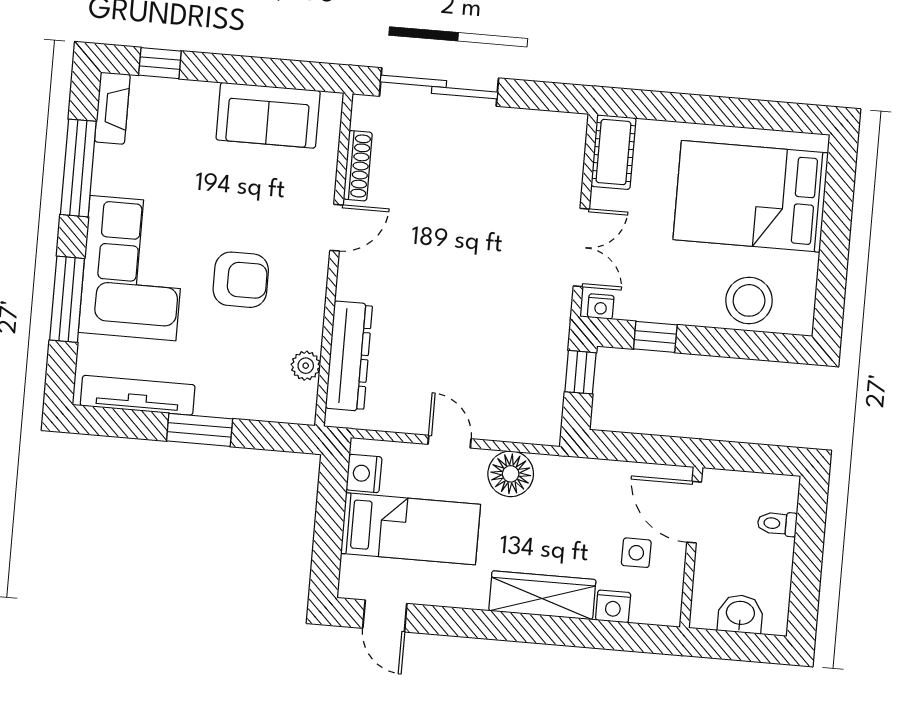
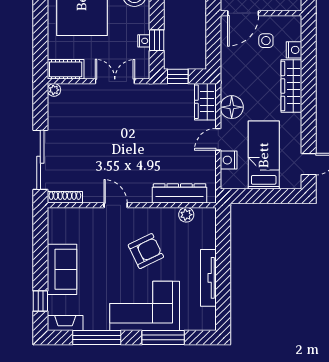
sofa: (268, 115) -> (62, 269), moved
plant: (575, 126) -> (54, 90), added
shoe rack: (358, 166) -> (65, 197), moved
armchair: (241, 280) -> (146, 251), turned 64
nightstand: (601, 306) -> (144, 41), moved
tv unit: (138, 395) -> (208, 278), moved
wardrobe: (526, 423) -> (205, 102), added
window: (200, 430) -> (223, 265), removed
nightstand: (364, 473) -> (229, 160), moved, turned 90

